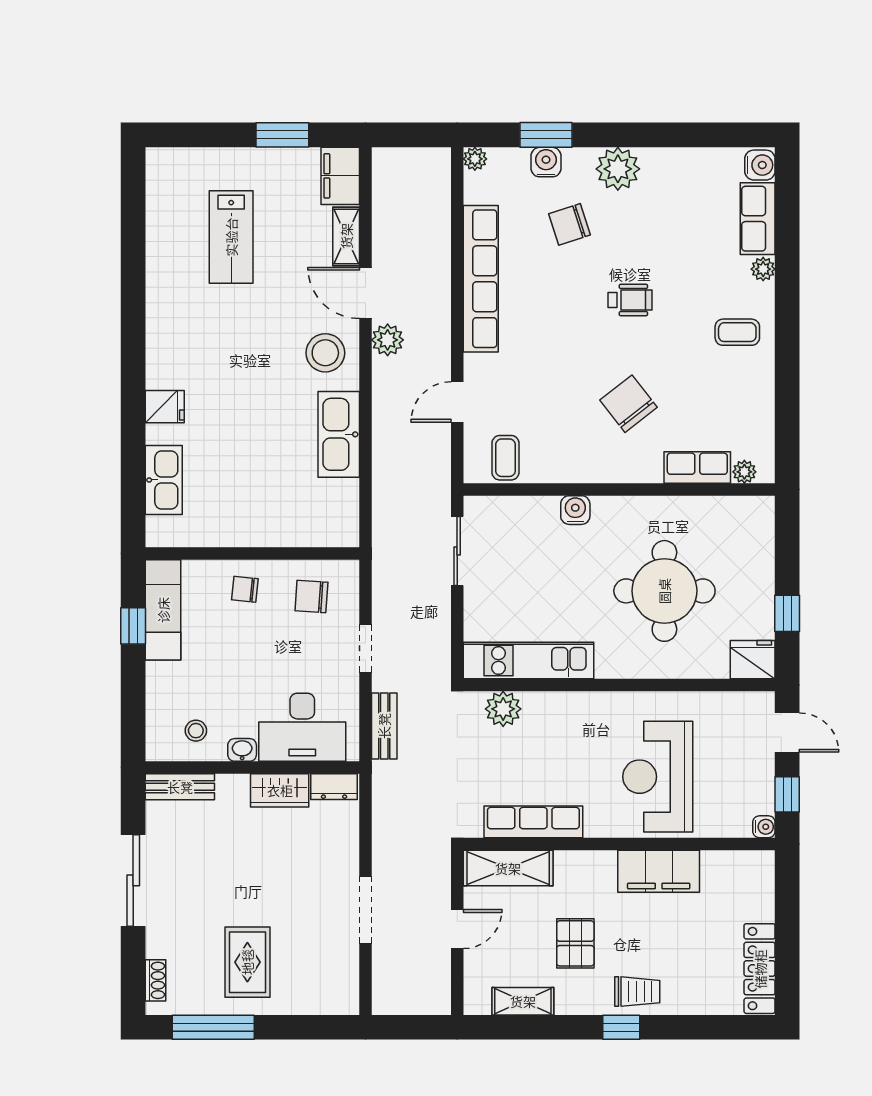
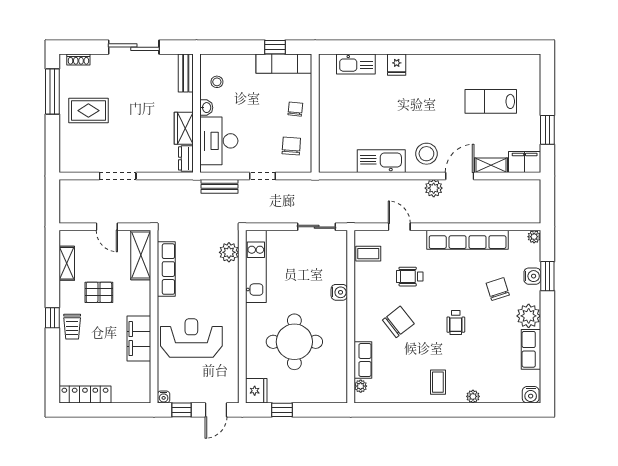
row of seats: (758, 219) -> (531, 349), moved, turned -90
wheelchair: (547, 383) -> (410, 277), added

